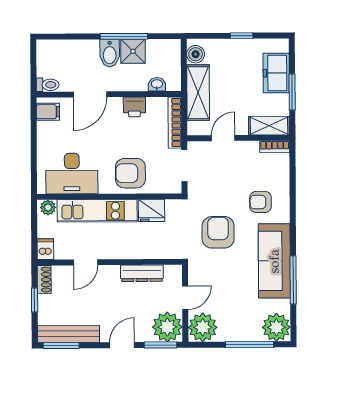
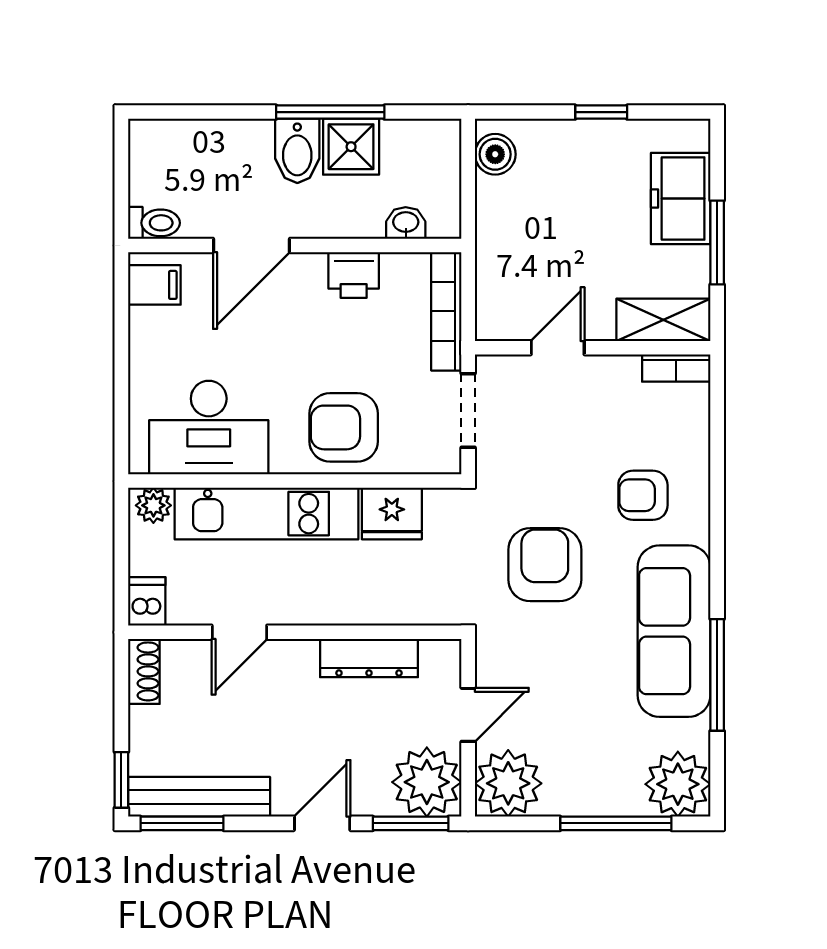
shelving: (198, 93) -> (501, 242), removed
window: (35, 300) -> (121, 780), moved

